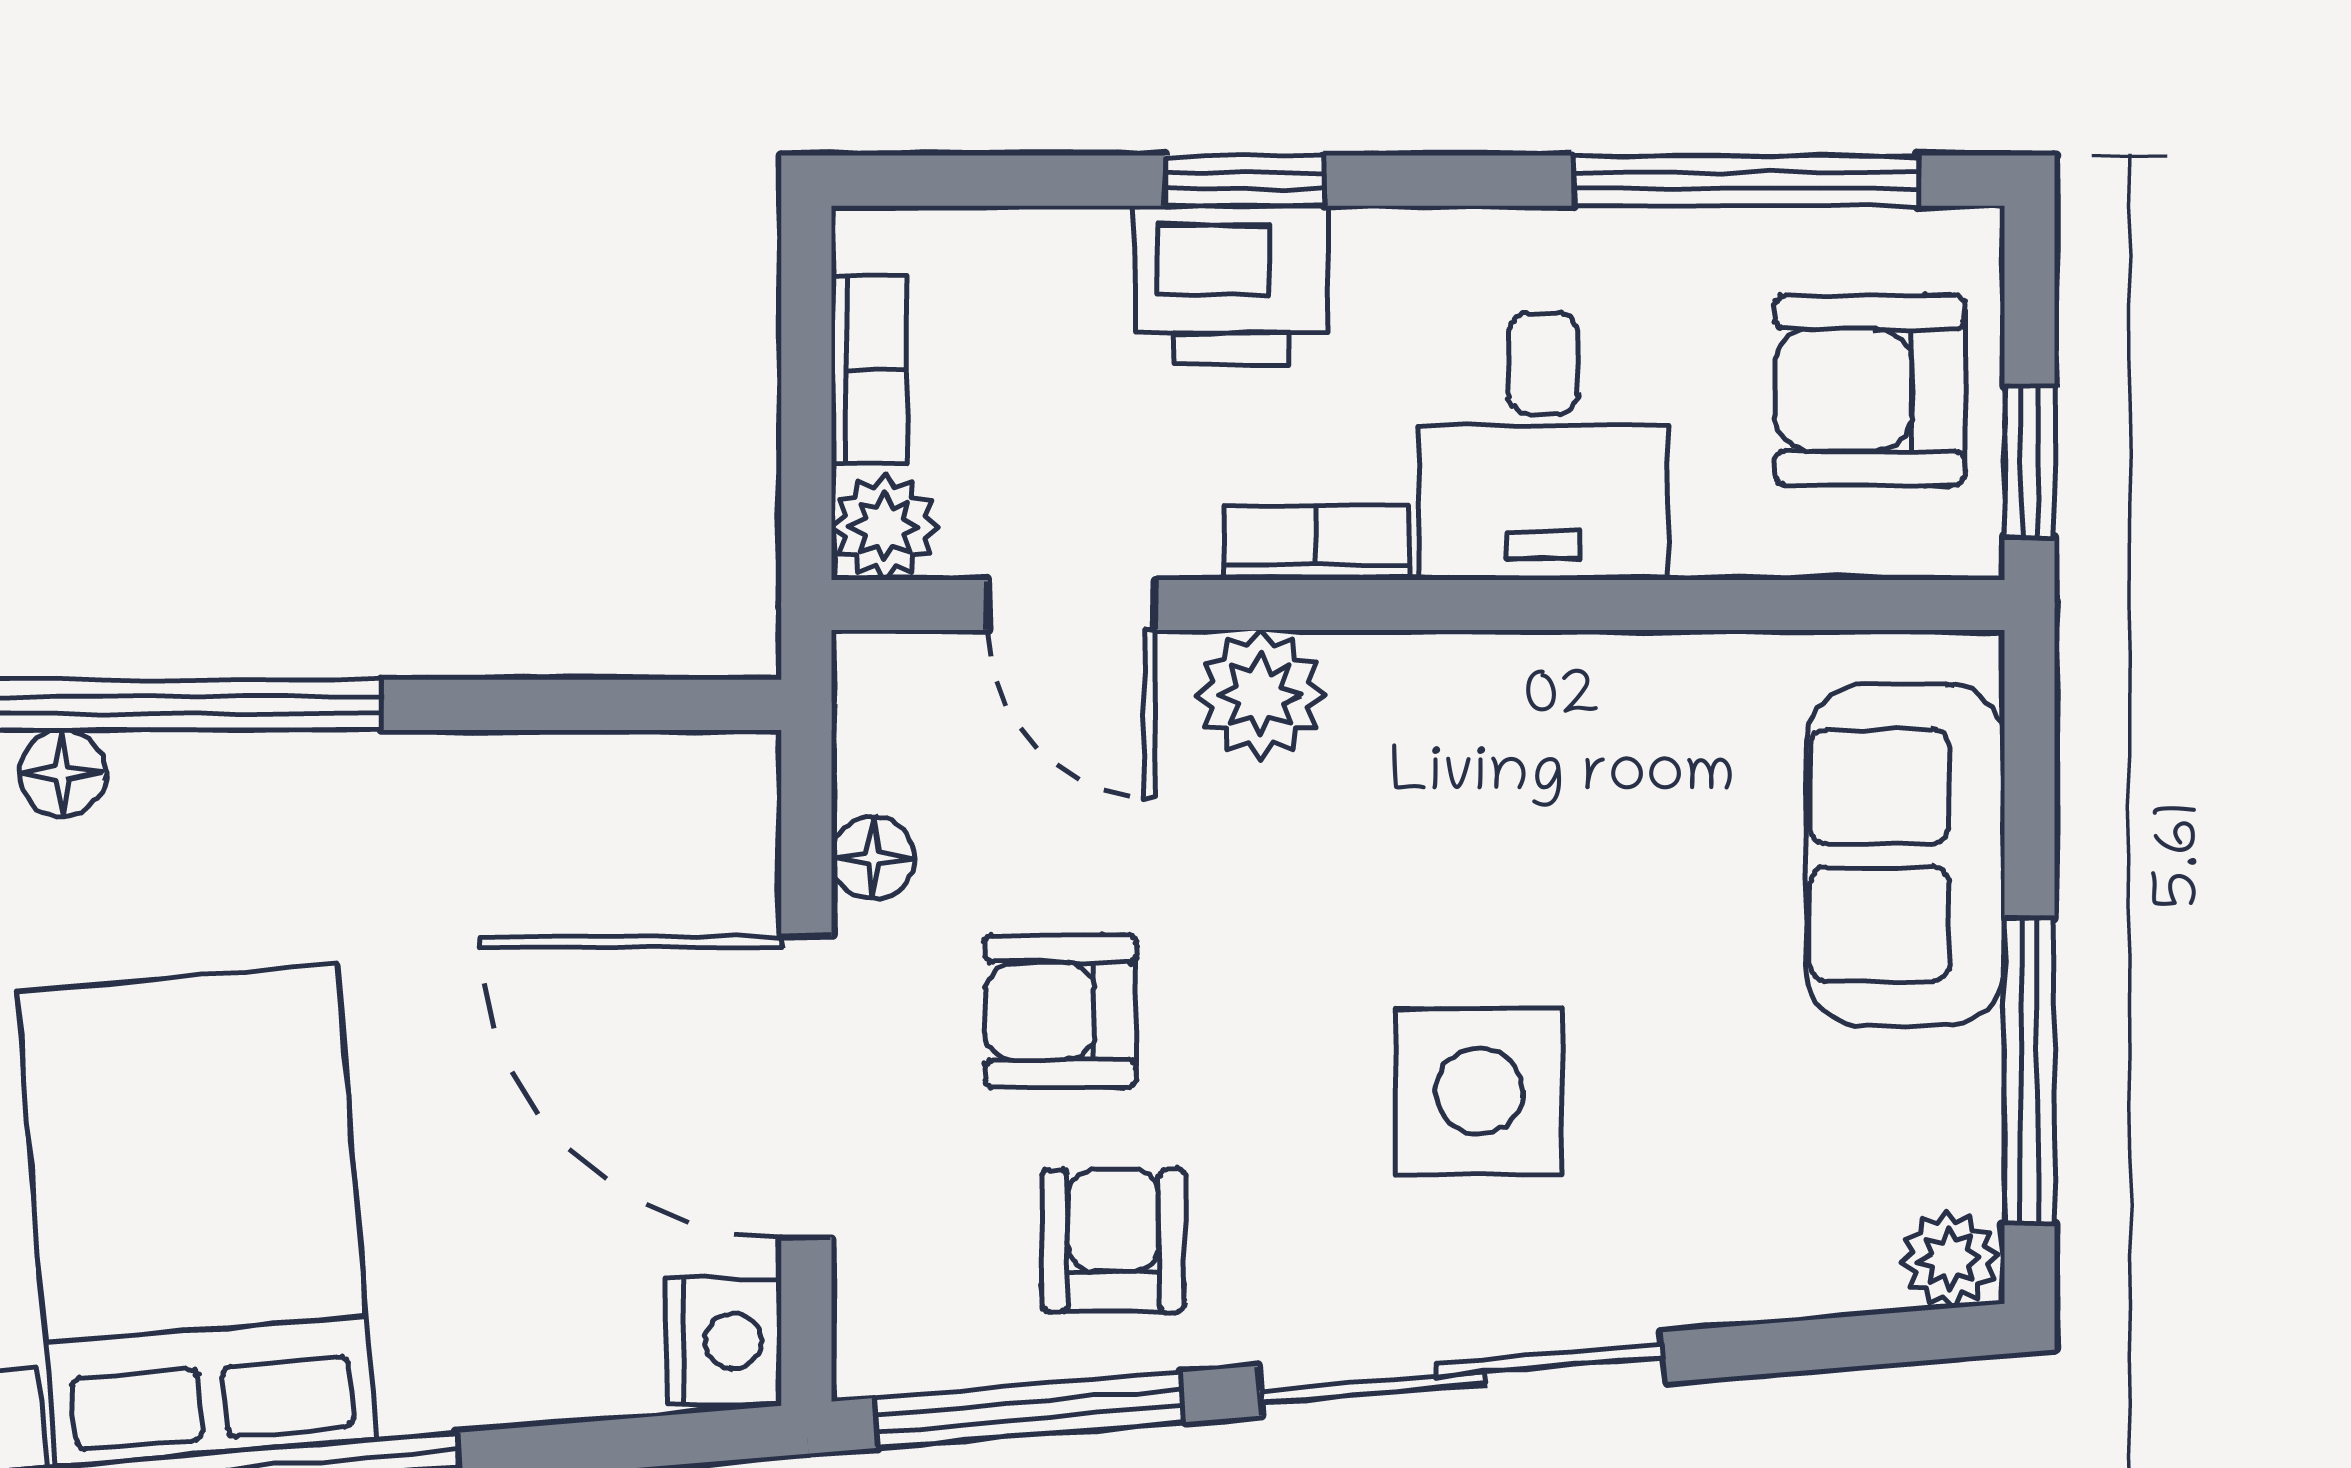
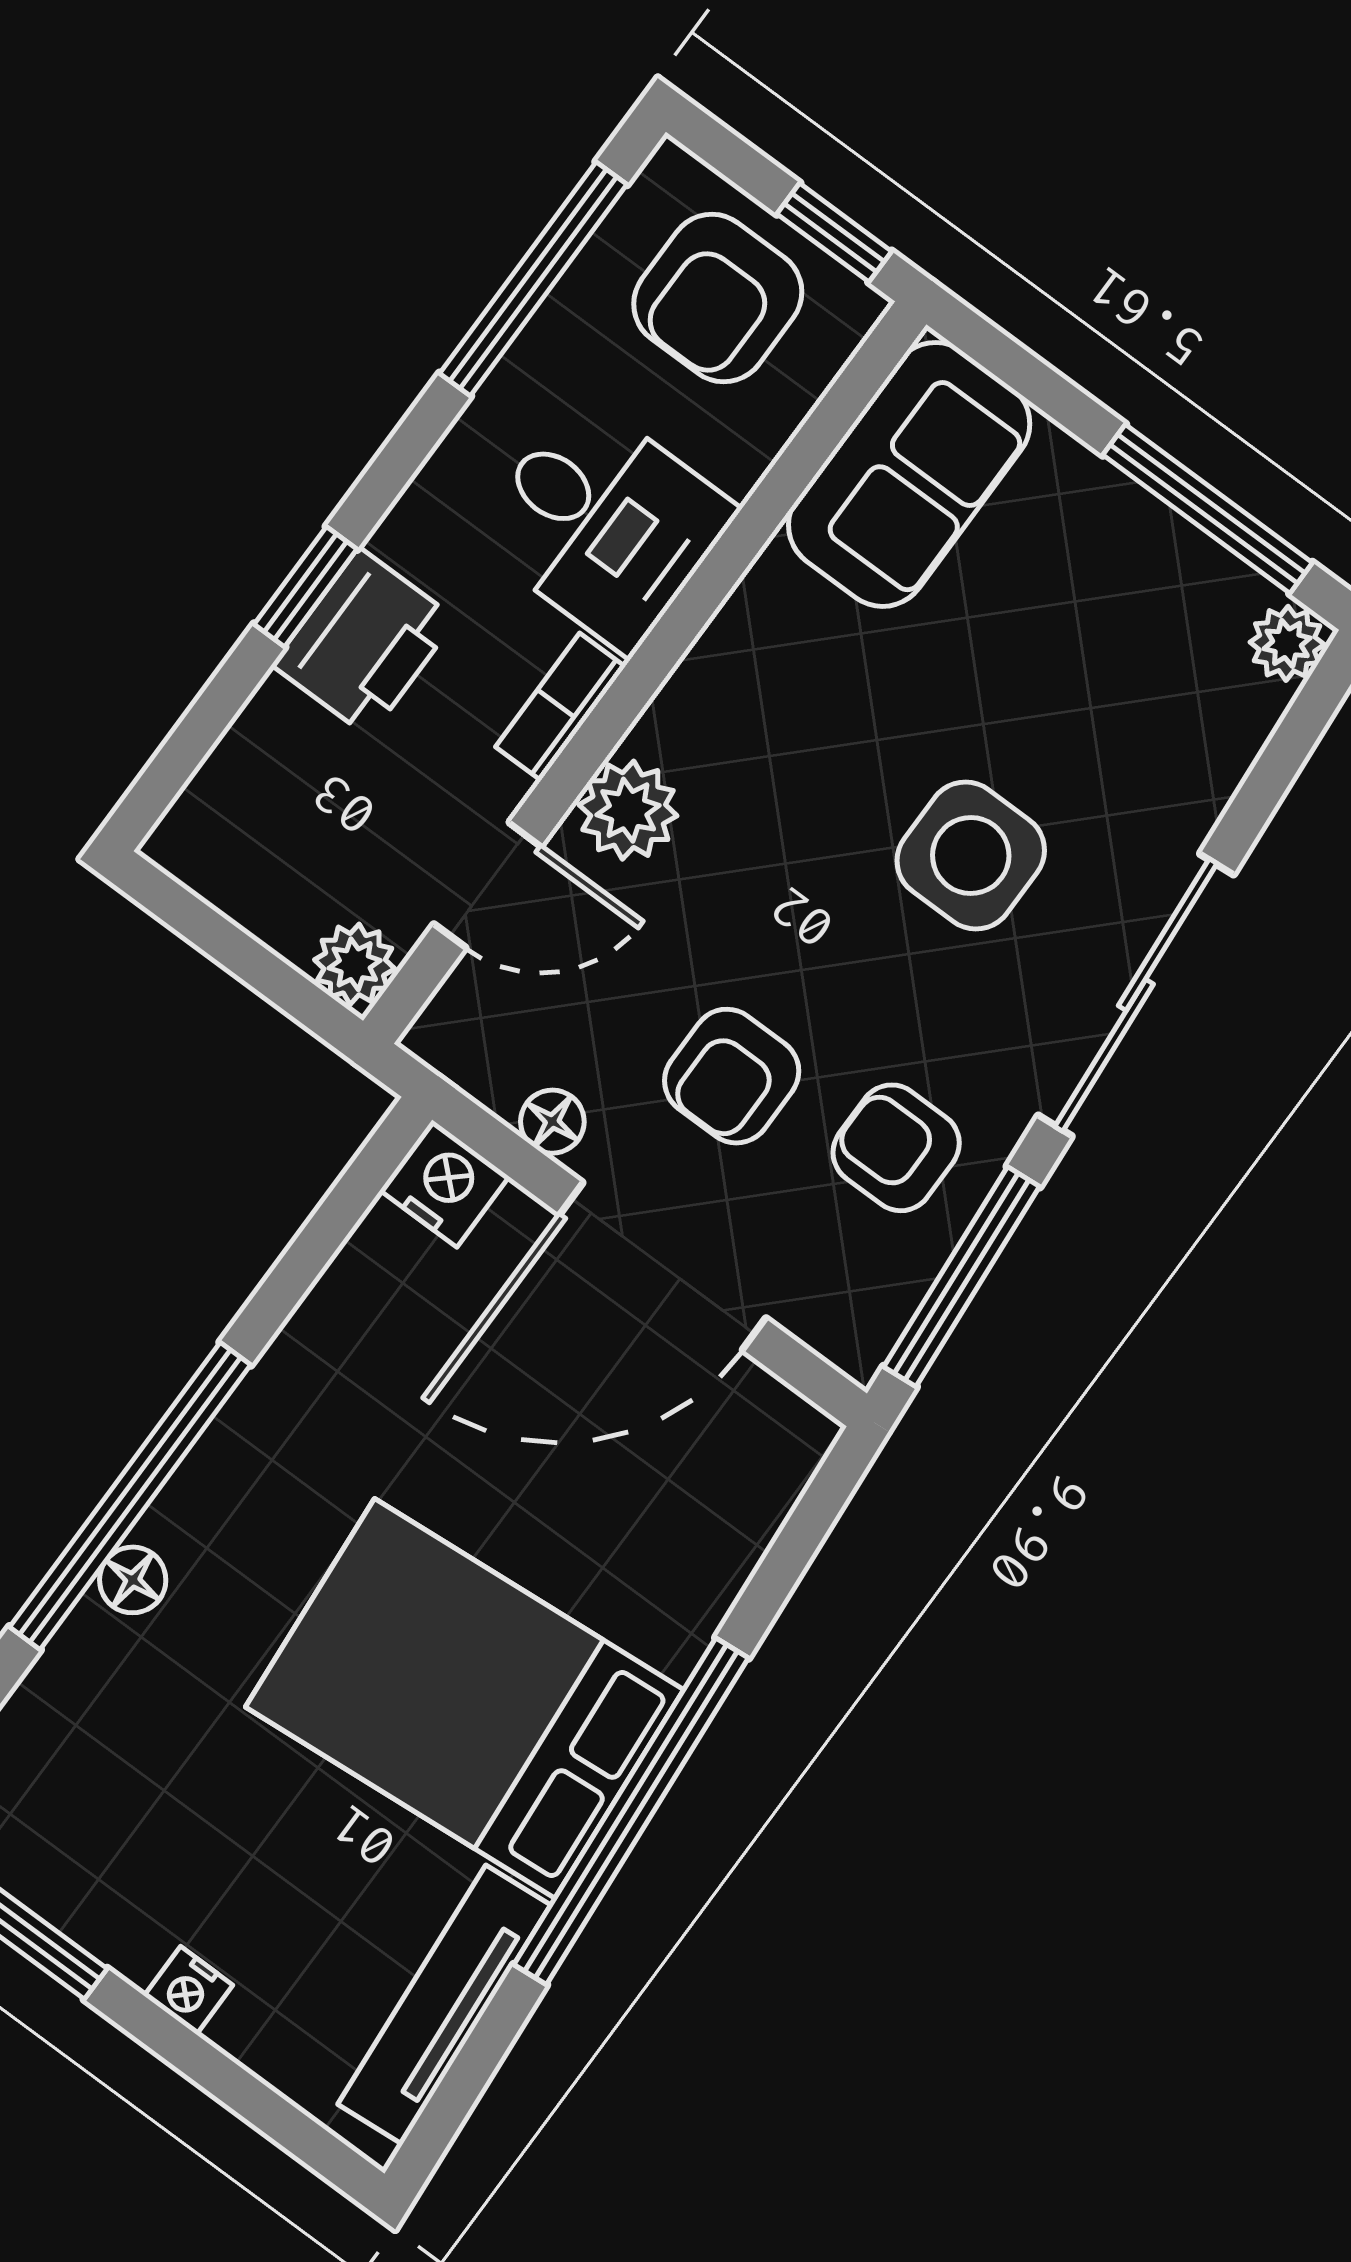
bookcase: (869, 370) -> (251, 903), removed
sofa: (1905, 855) -> (909, 474), moved, turned -90
nightstand: (724, 1341) -> (445, 1183), moved

